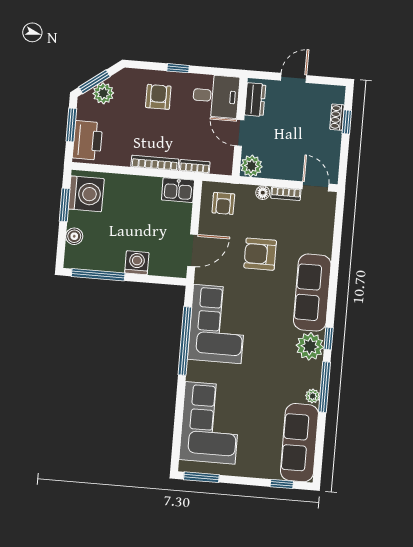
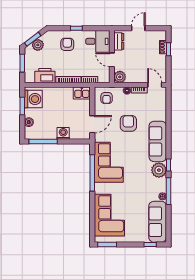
printer: (88, 140) -> (45, 76), moved, turned -90
armchair: (260, 254) -> (128, 123), turned 90

